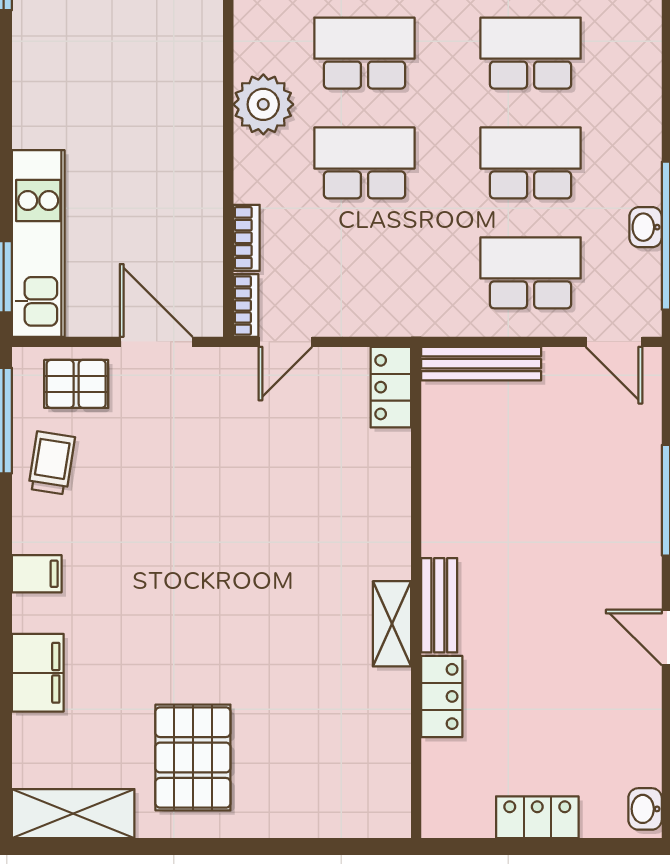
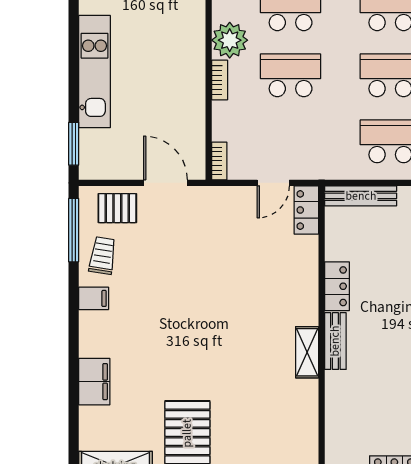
bookcase: (246, 238) -> (220, 80), moved
kitchen unit: (38, 243) -> (95, 72), moved
door: (285, 342) -> (273, 183), moved
filing cabinet: (37, 574) -> (94, 298), moved
locker: (442, 696) -> (337, 286), moved

